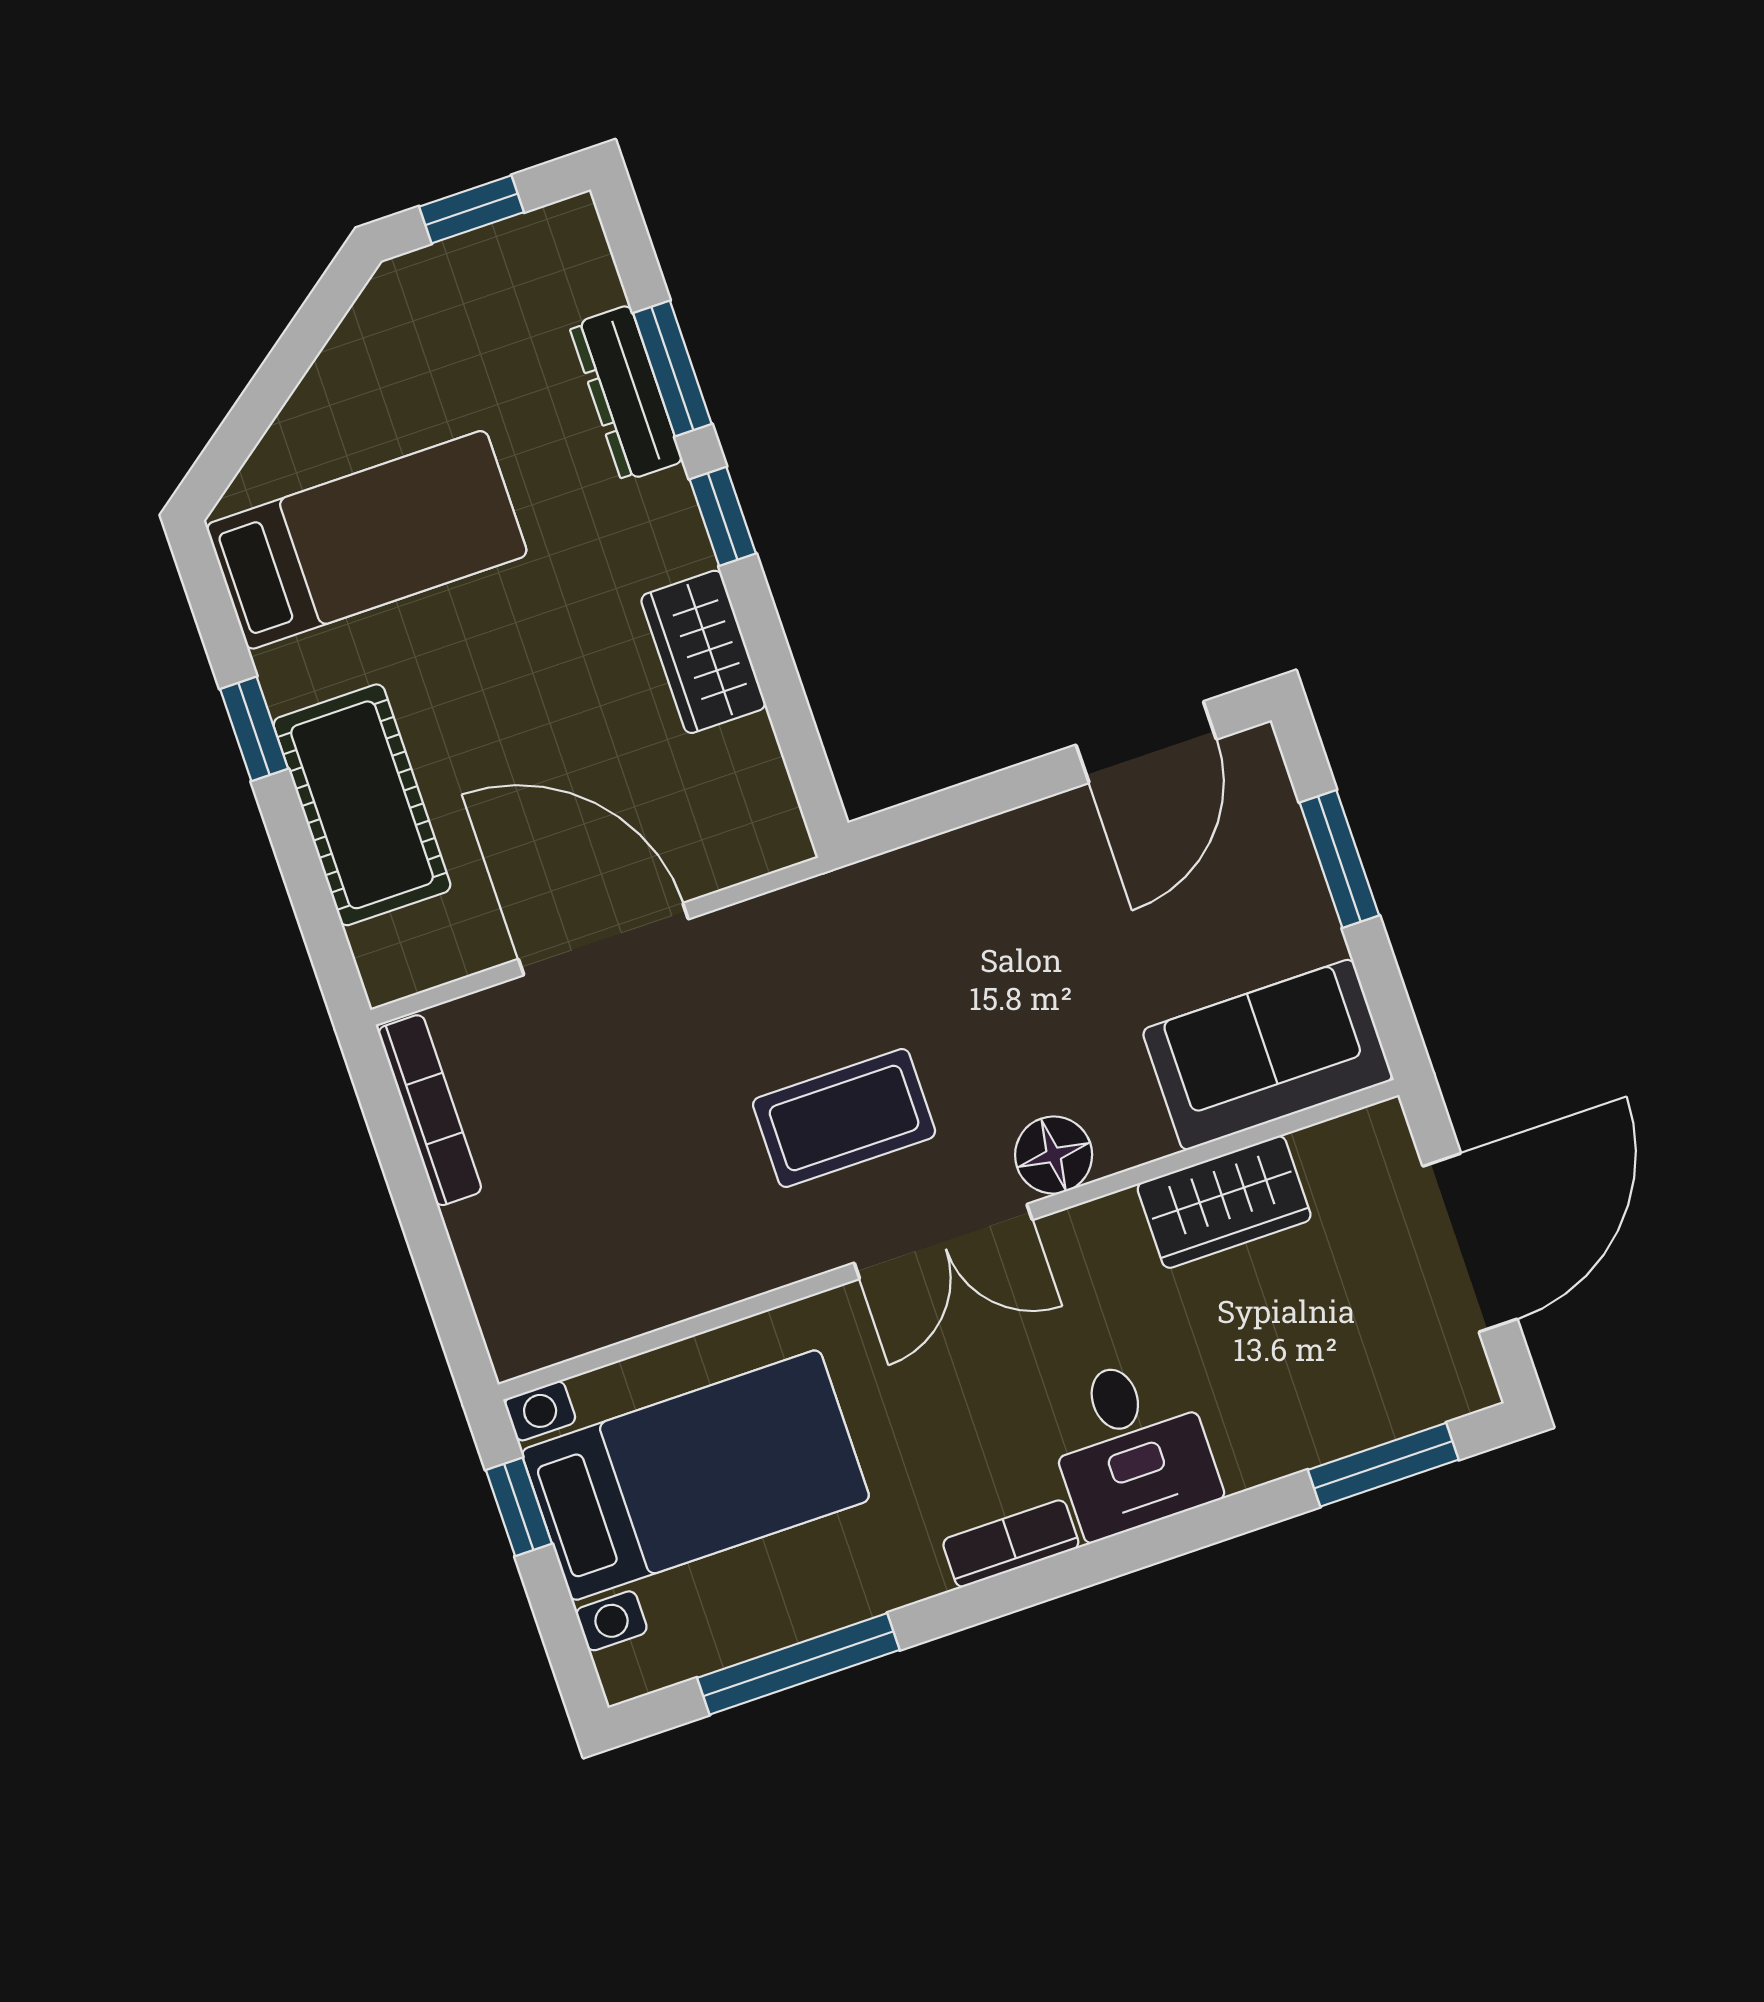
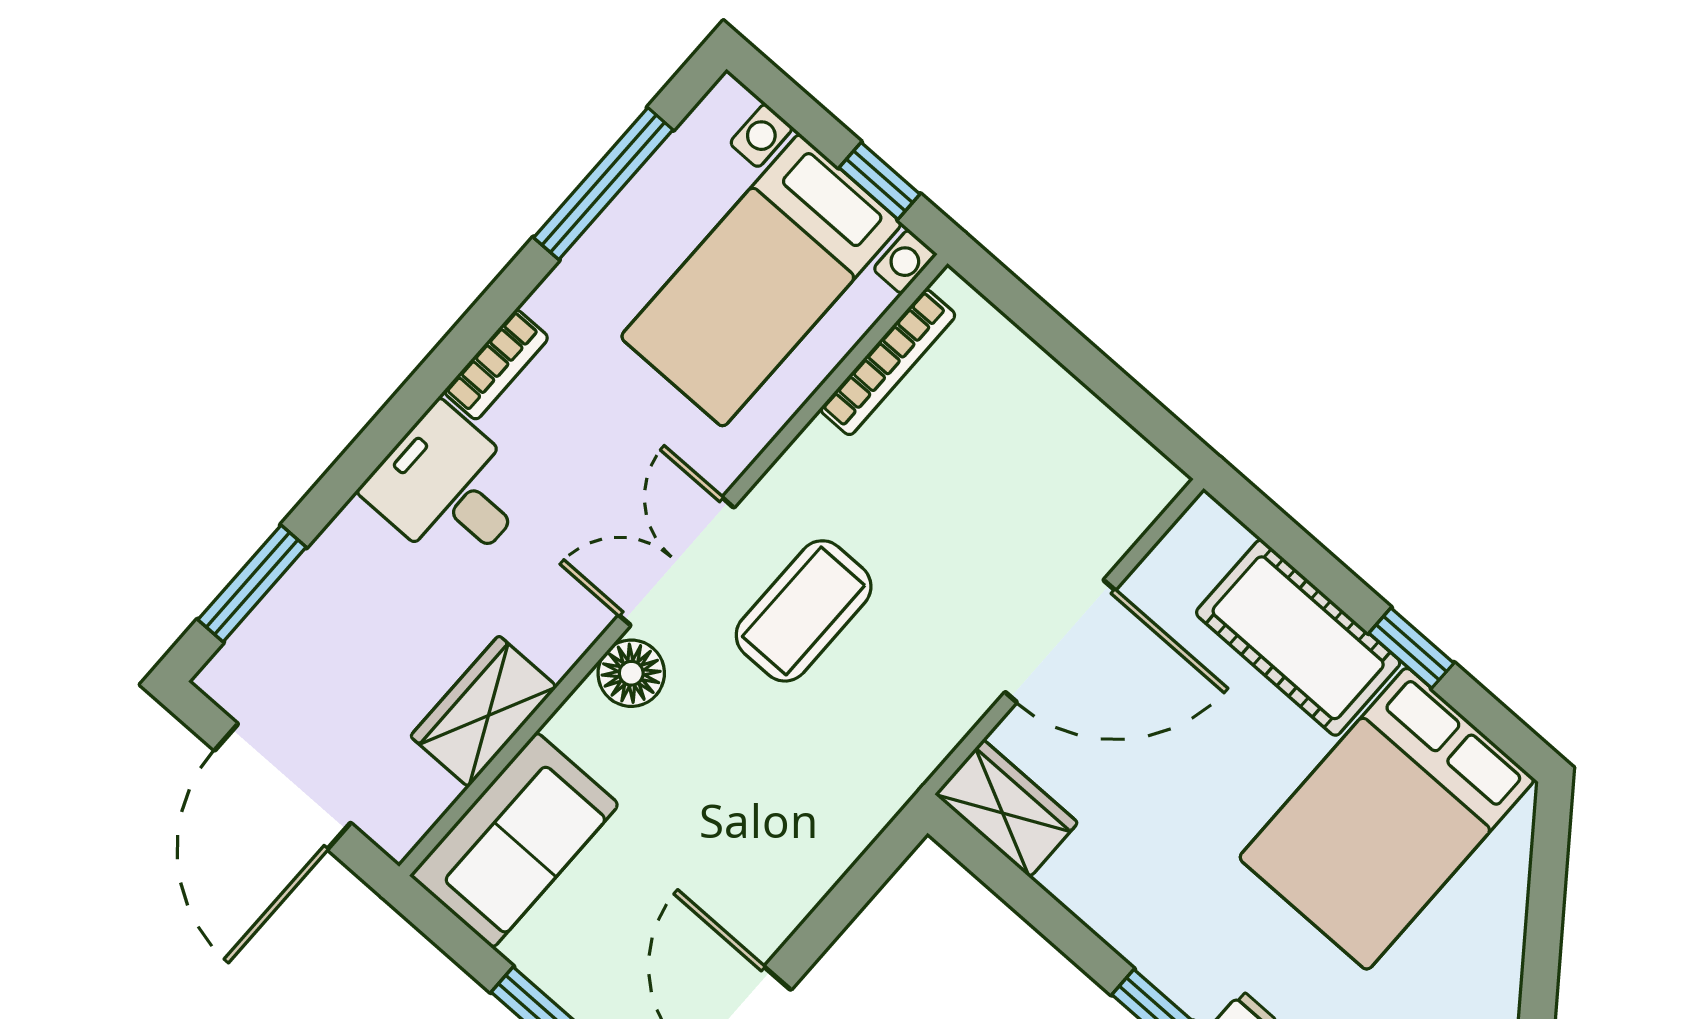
bed: (367, 540) -> (1387, 819), width x1.50
wardrobe: (703, 652) -> (1006, 808), moved
bookcase: (430, 1110) -> (888, 362), moved, turned -90

